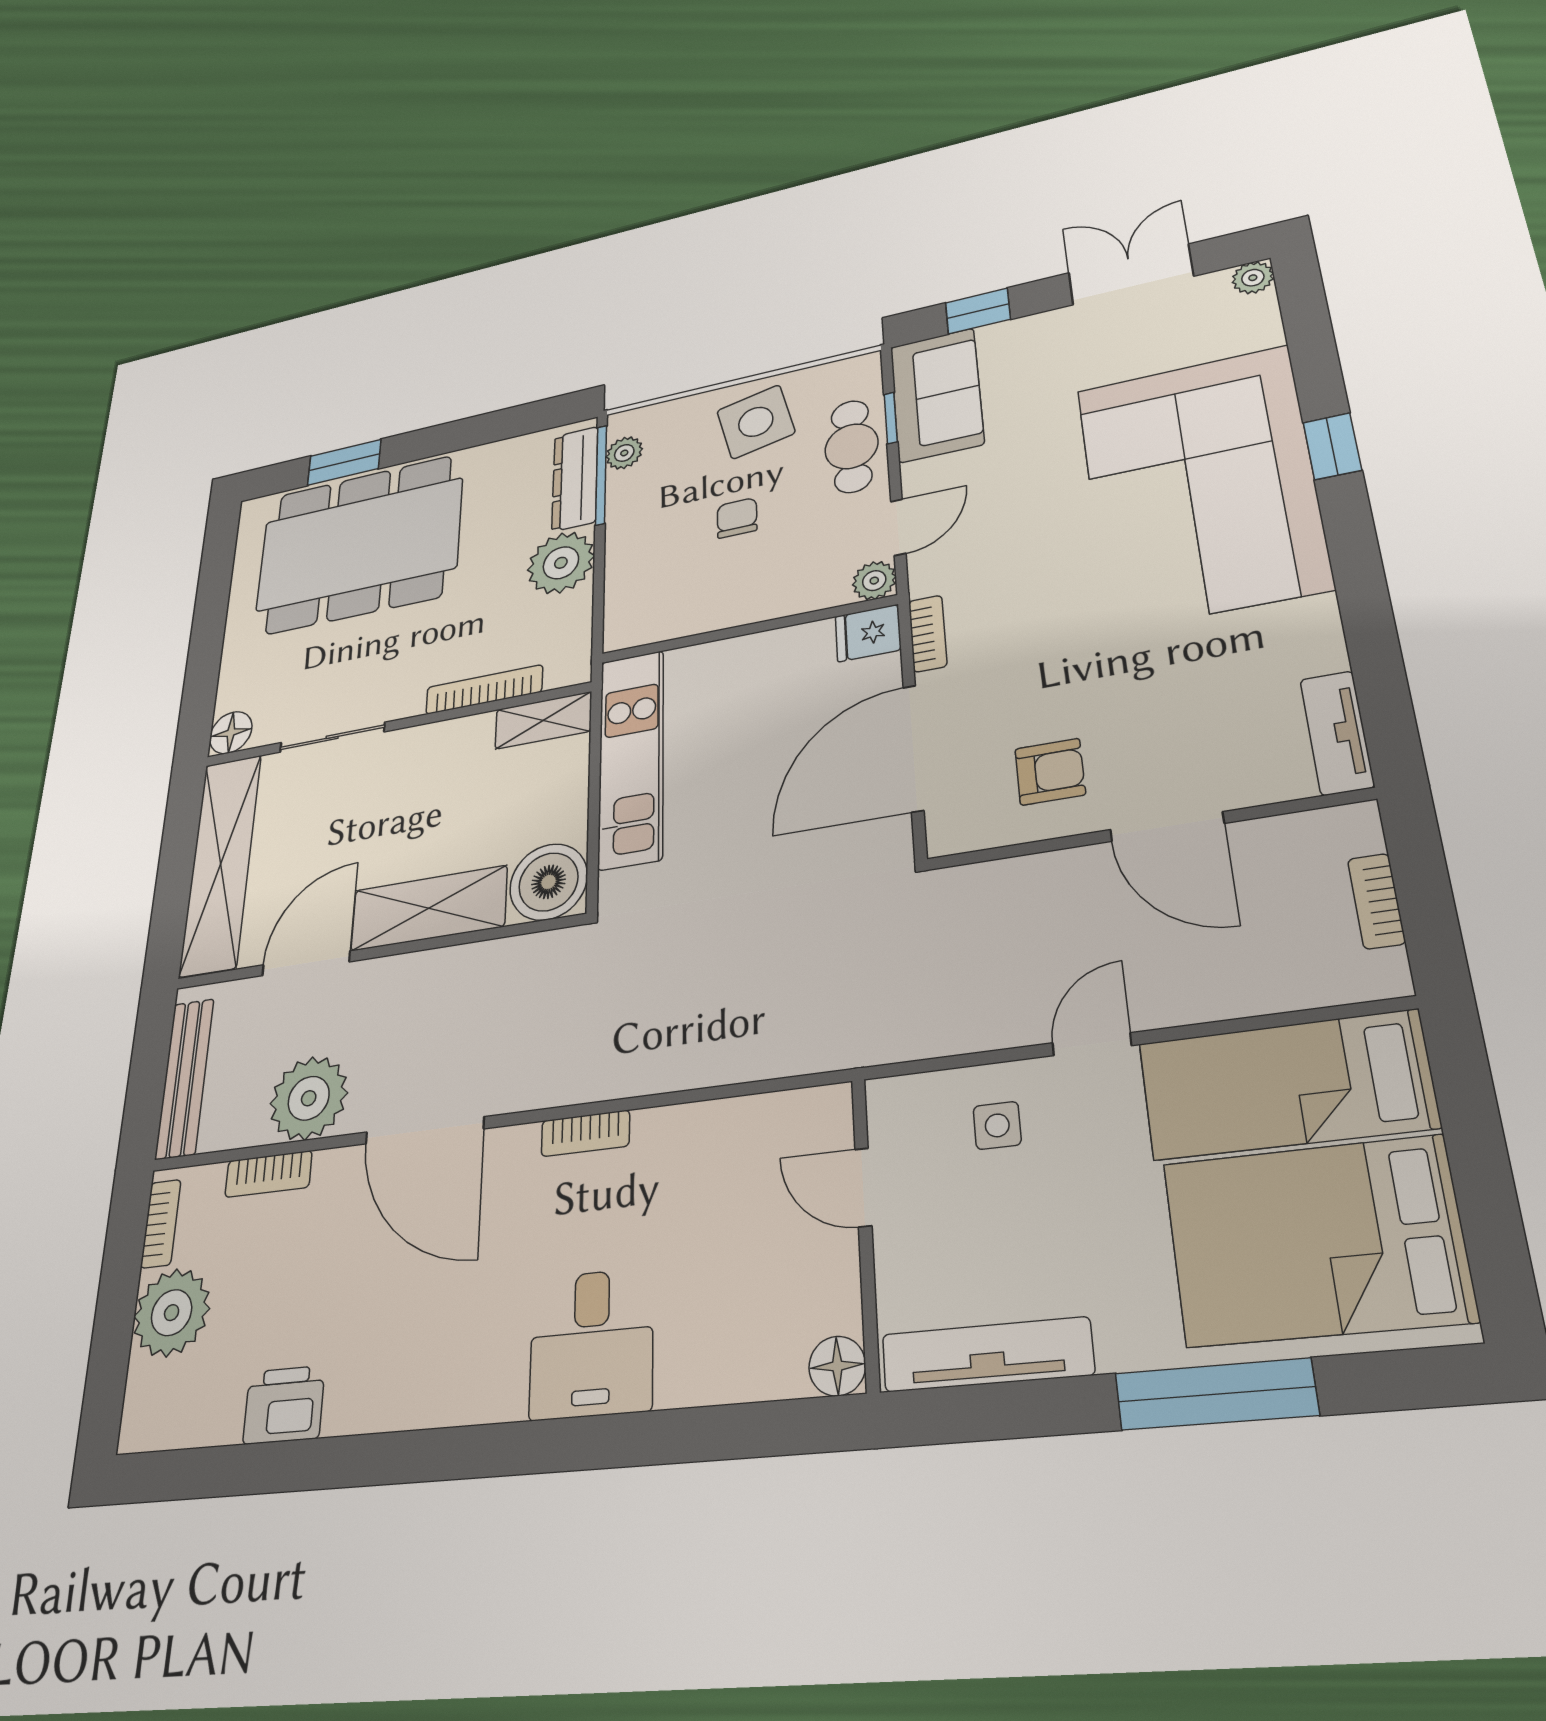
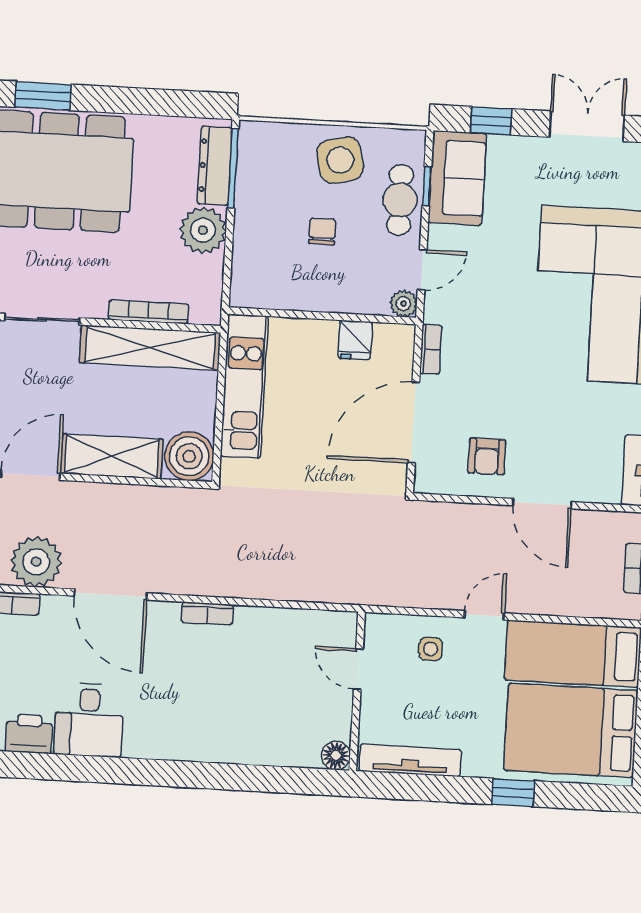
plant: (624, 453) -> (250, 156), removed
fridge: (868, 633) -> (355, 340), moved, turned -90
shelving: (543, 720) -> (150, 348), width x2.20, depth x1.33
armchair: (1050, 772) -> (487, 456), turned 90
desk: (591, 1343) -> (89, 720), moved
window: (1216, 1394) -> (513, 793), width x0.46

